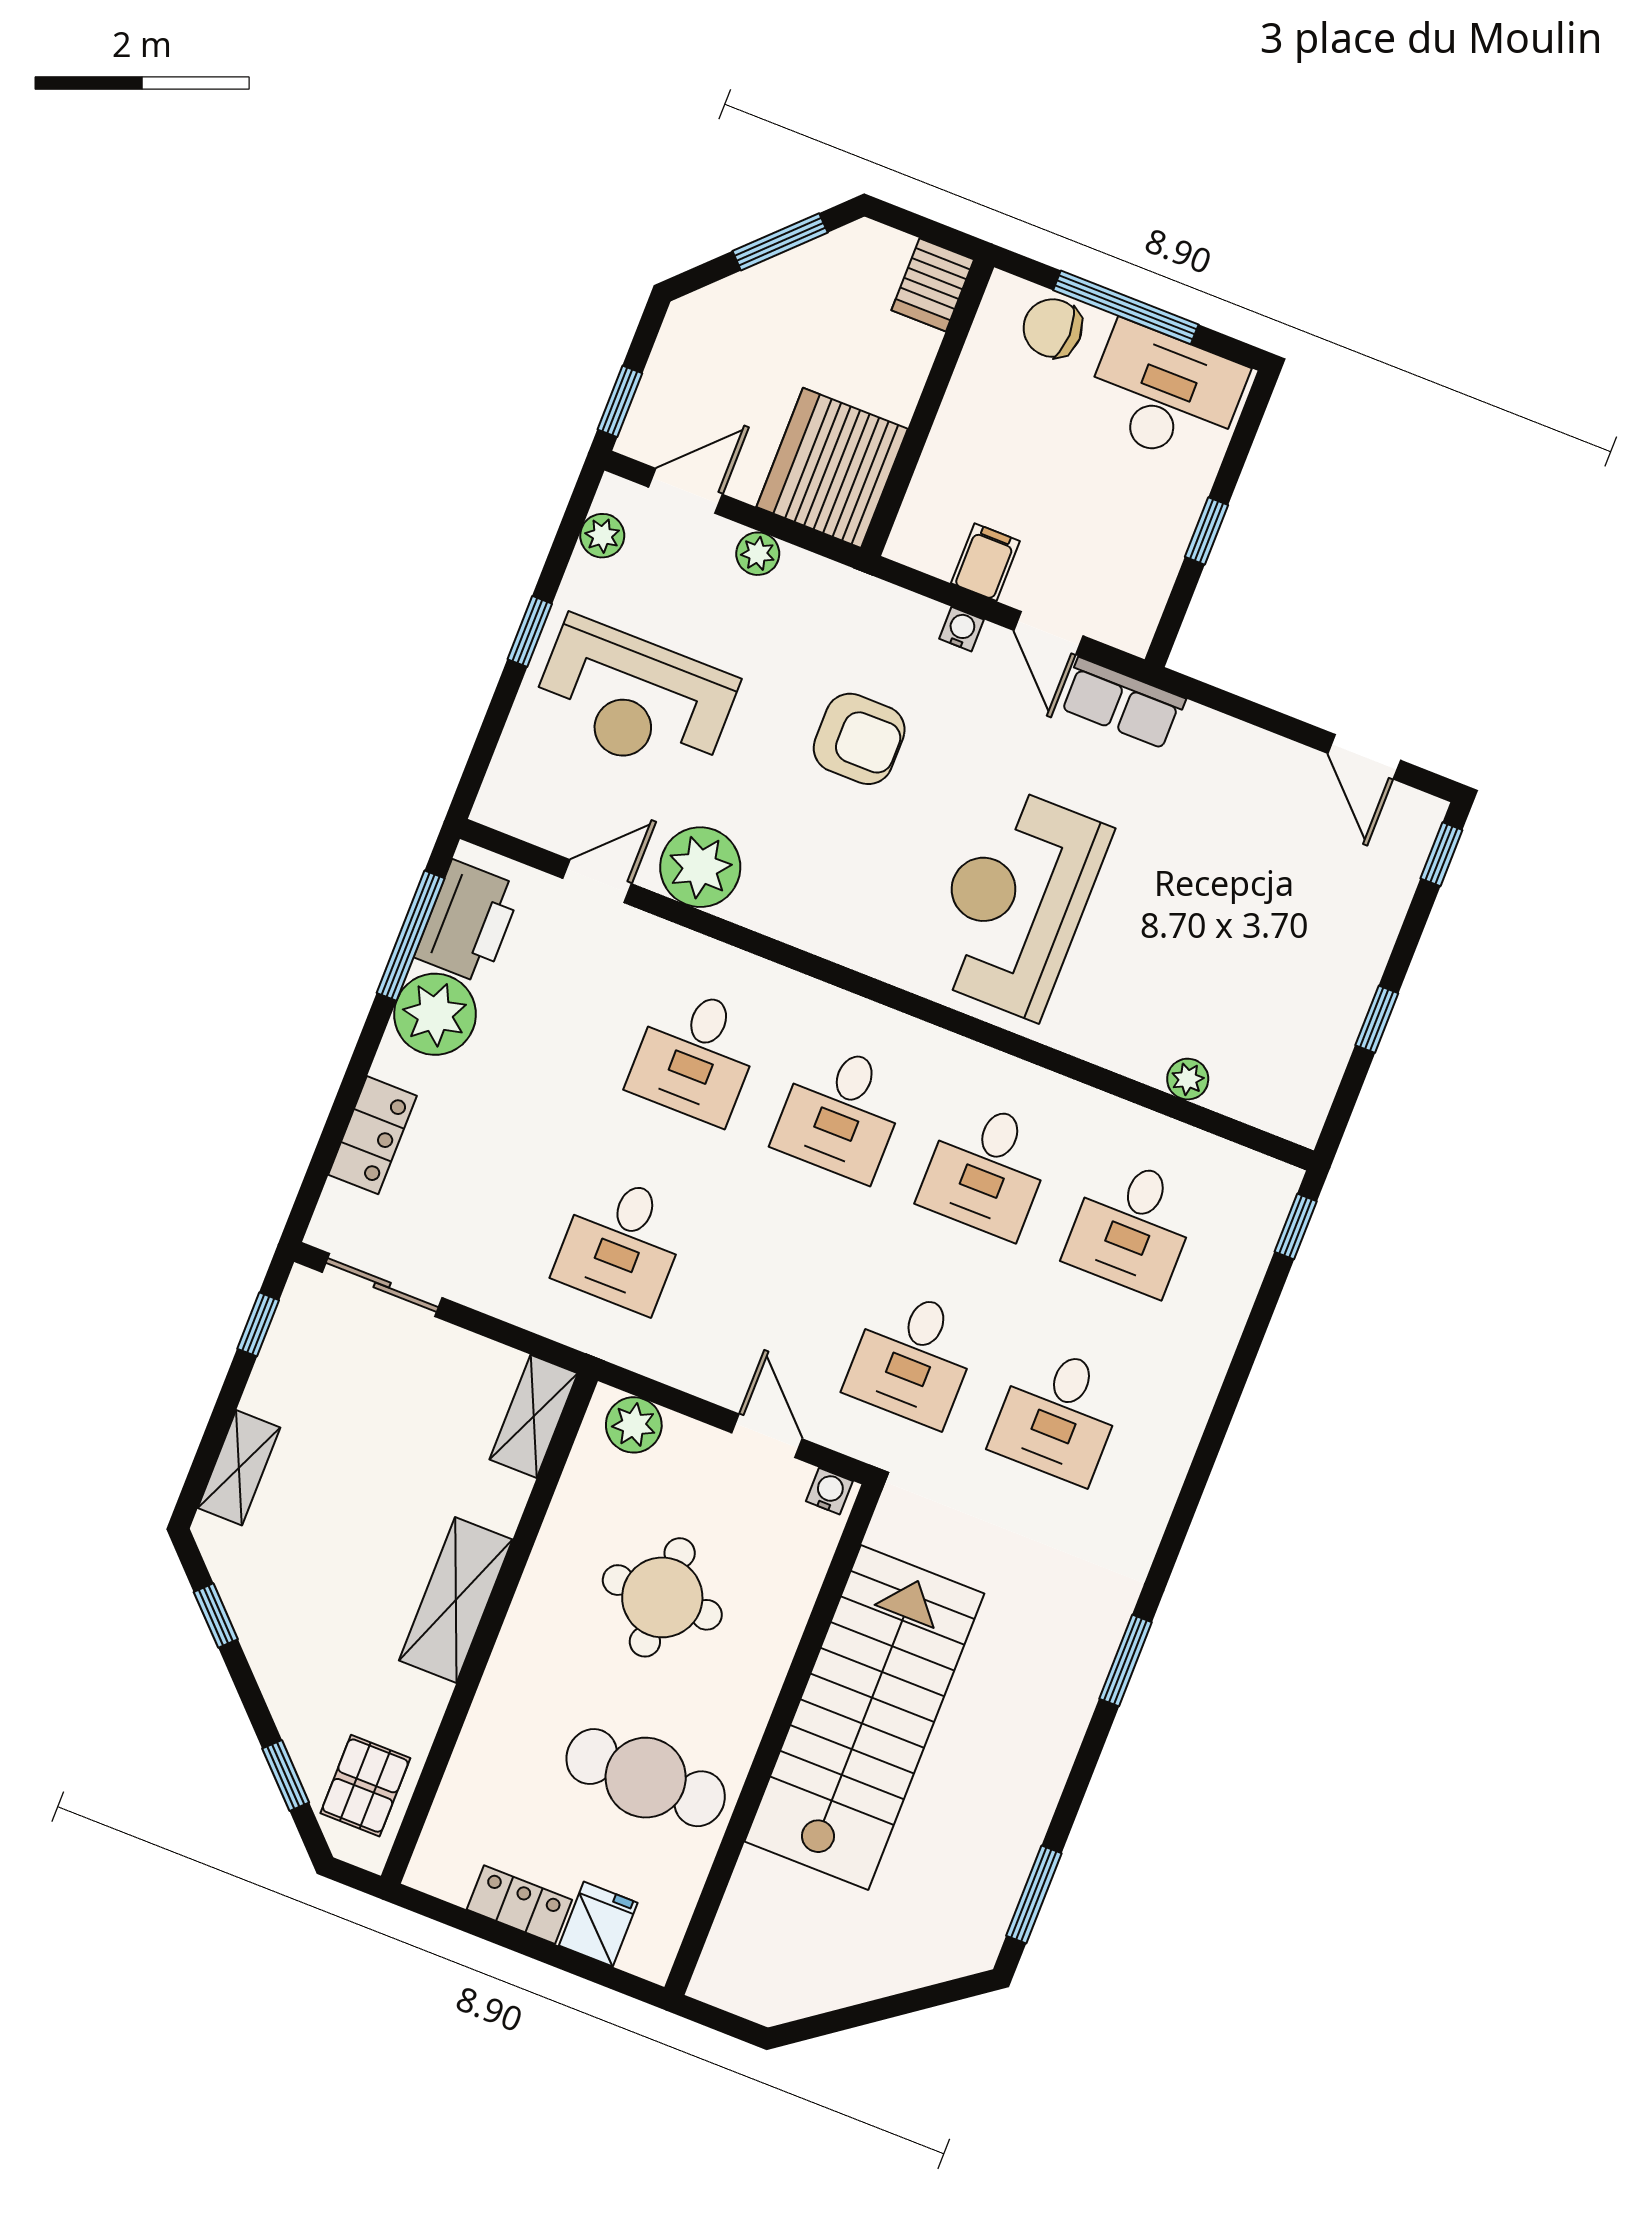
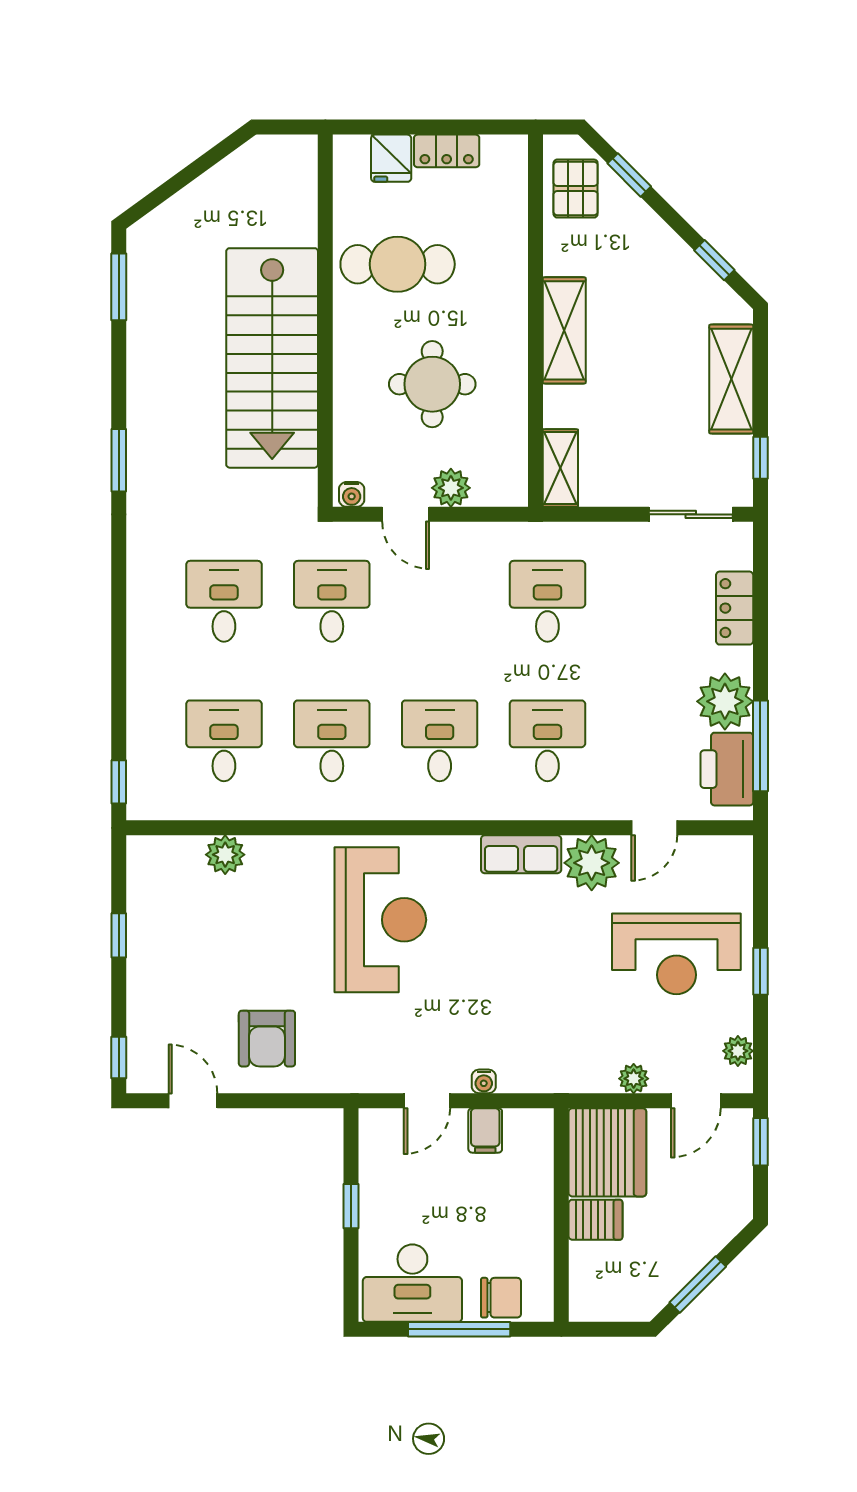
server rack: (933, 285) -> (595, 1220), moved, turned 90
door: (1048, 633) -> (427, 1101), swing flipped
reception desk: (634, 699) -> (676, 954), turned 180
row of seats: (1122, 703) -> (521, 854), moved, turned 180
armchair: (859, 739) -> (267, 1039), moved, turned -90
plant: (1188, 1079) -> (225, 855), width x1.38, depth x1.38
plant: (634, 1425) -> (451, 488), moved
shelving: (239, 1468) -> (731, 379), width x1.50, depth x1.33

